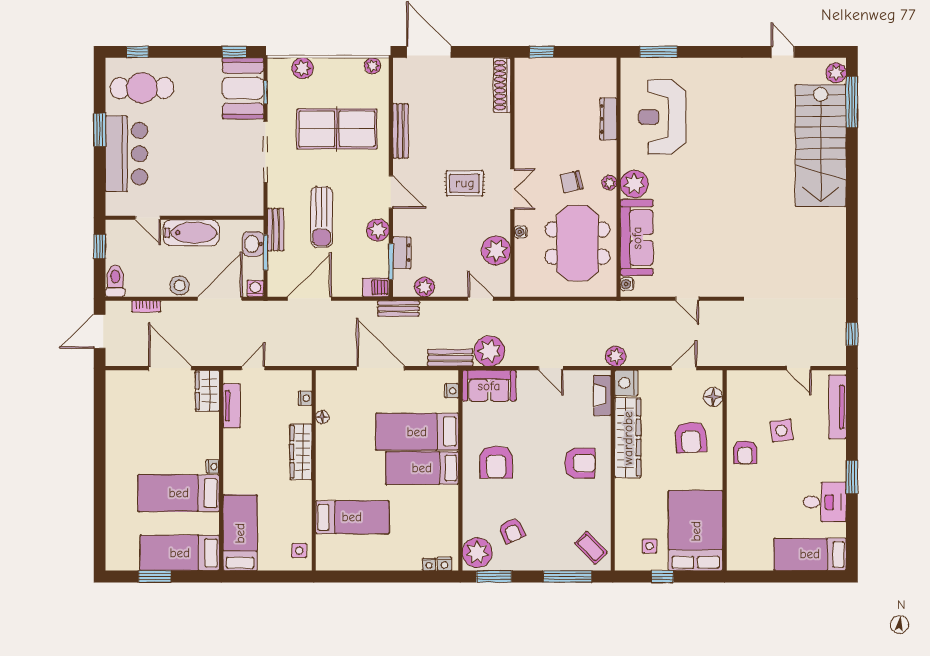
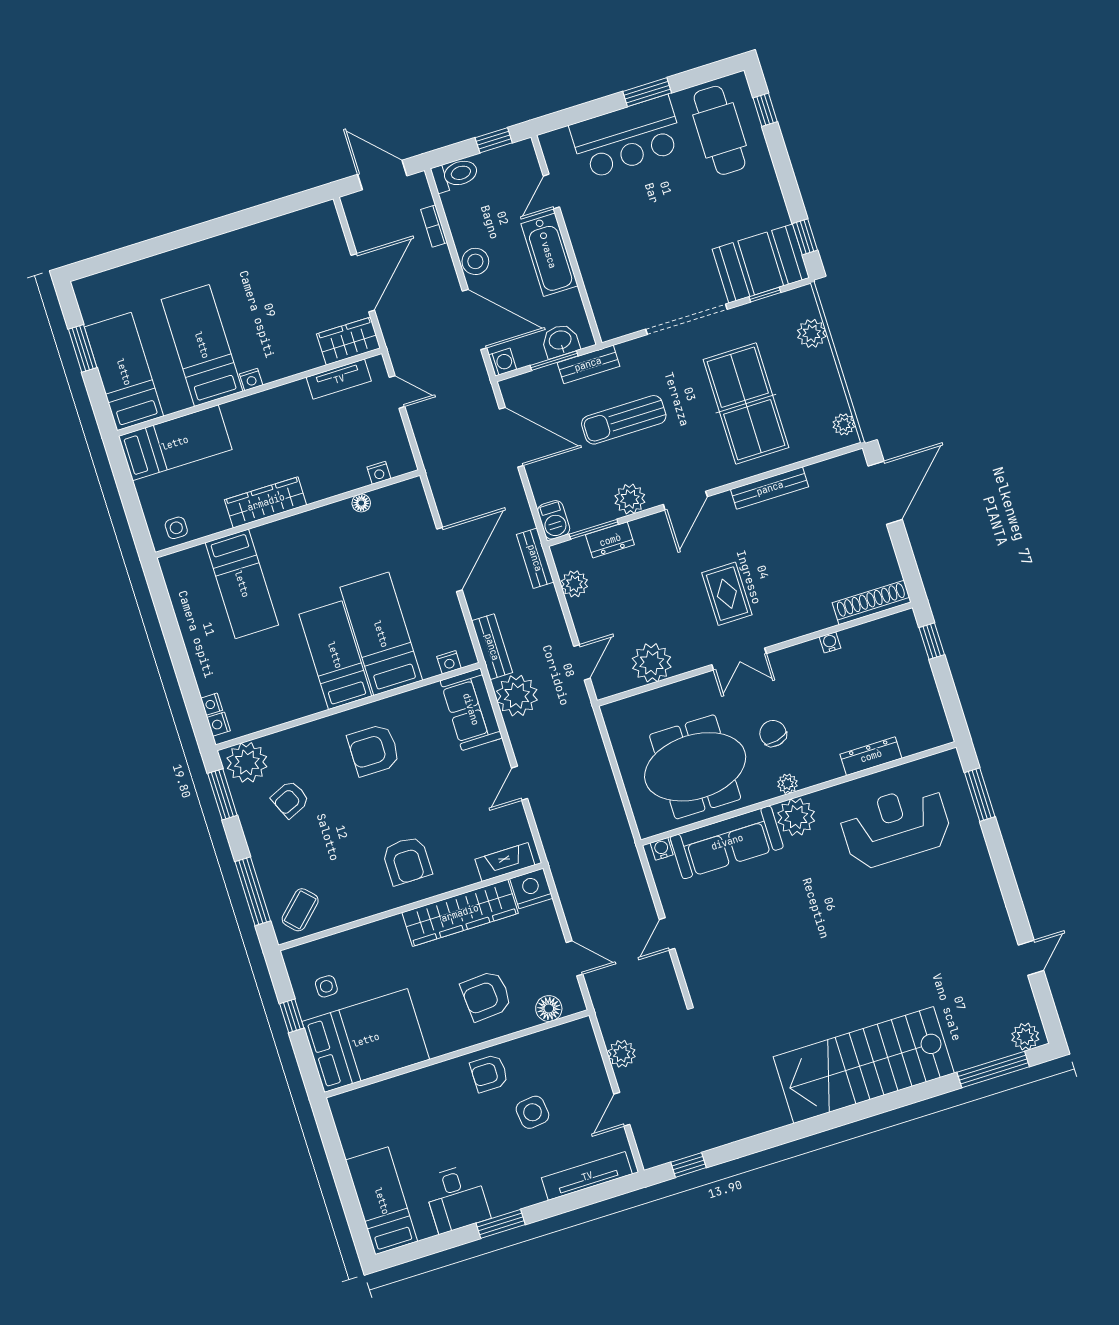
stairs: (821, 145) -> (864, 1065), moved
water cooler: (521, 232) -> (830, 642), moved
plant: (616, 356) -> (622, 1054), moved
wardrobe: (301, 452) -> (266, 502), moved

